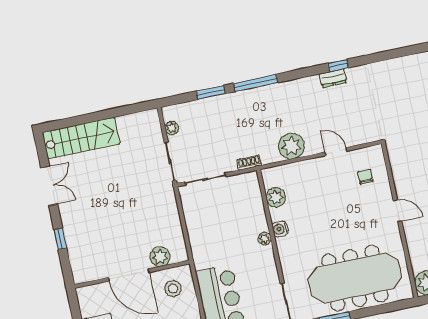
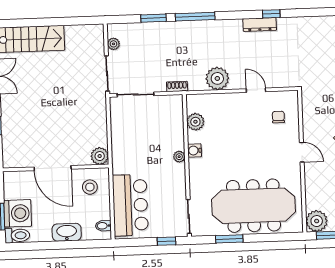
dresser: (333, 78) -> (260, 24), width x1.44
plant: (160, 257) -> (100, 156), moved

